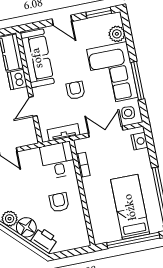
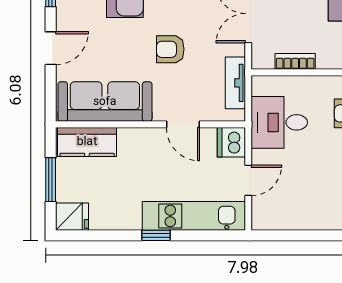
dishwasher: (17, 79) -> (231, 142), moved, turned 90
desk: (58, 160) -> (279, 122), moved

